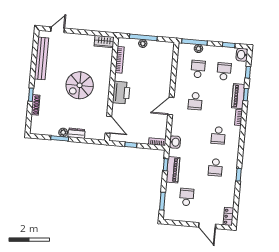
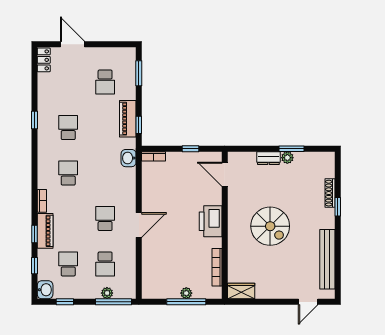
school desk: (224, 71) -> (68, 264), turned 180
spiral stairs: (80, 85) -> (270, 226), turned 90
door: (171, 106) -> (139, 225), moved

